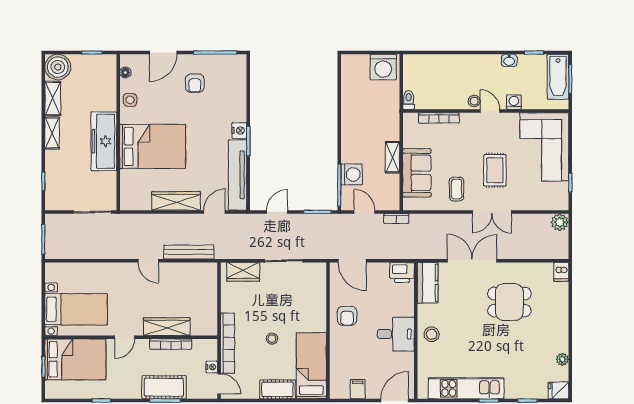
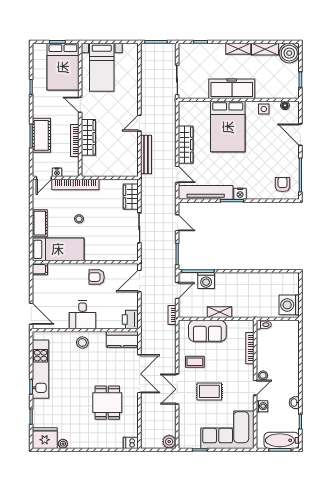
armchair: (195, 83) -> (283, 184), moved, turned 90
filing cabinet: (358, 389) -> (40, 269), moved
fridge: (559, 390) -> (45, 438), width x1.88, depth x1.34

